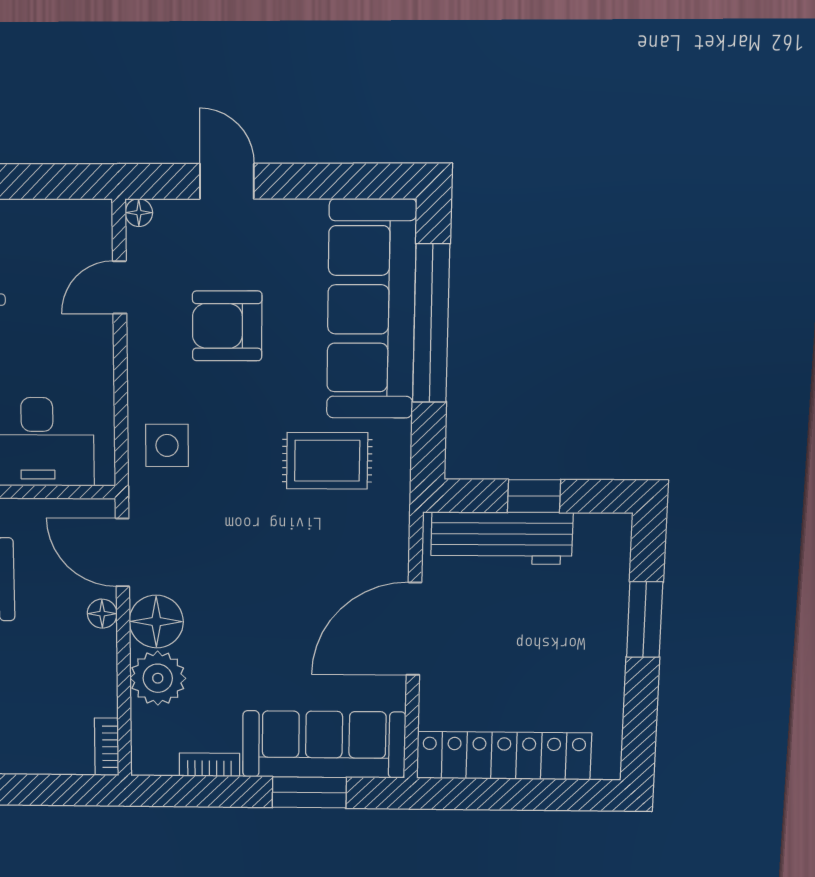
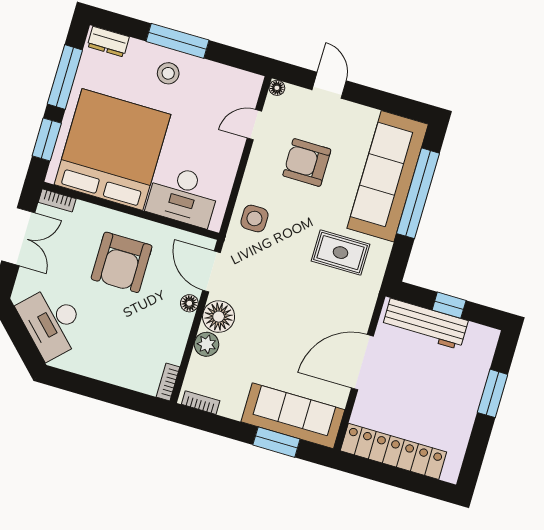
plant: (158, 678) -> (207, 344), width x0.73, depth x0.73
bookcase: (209, 765) -> (201, 403), moved

